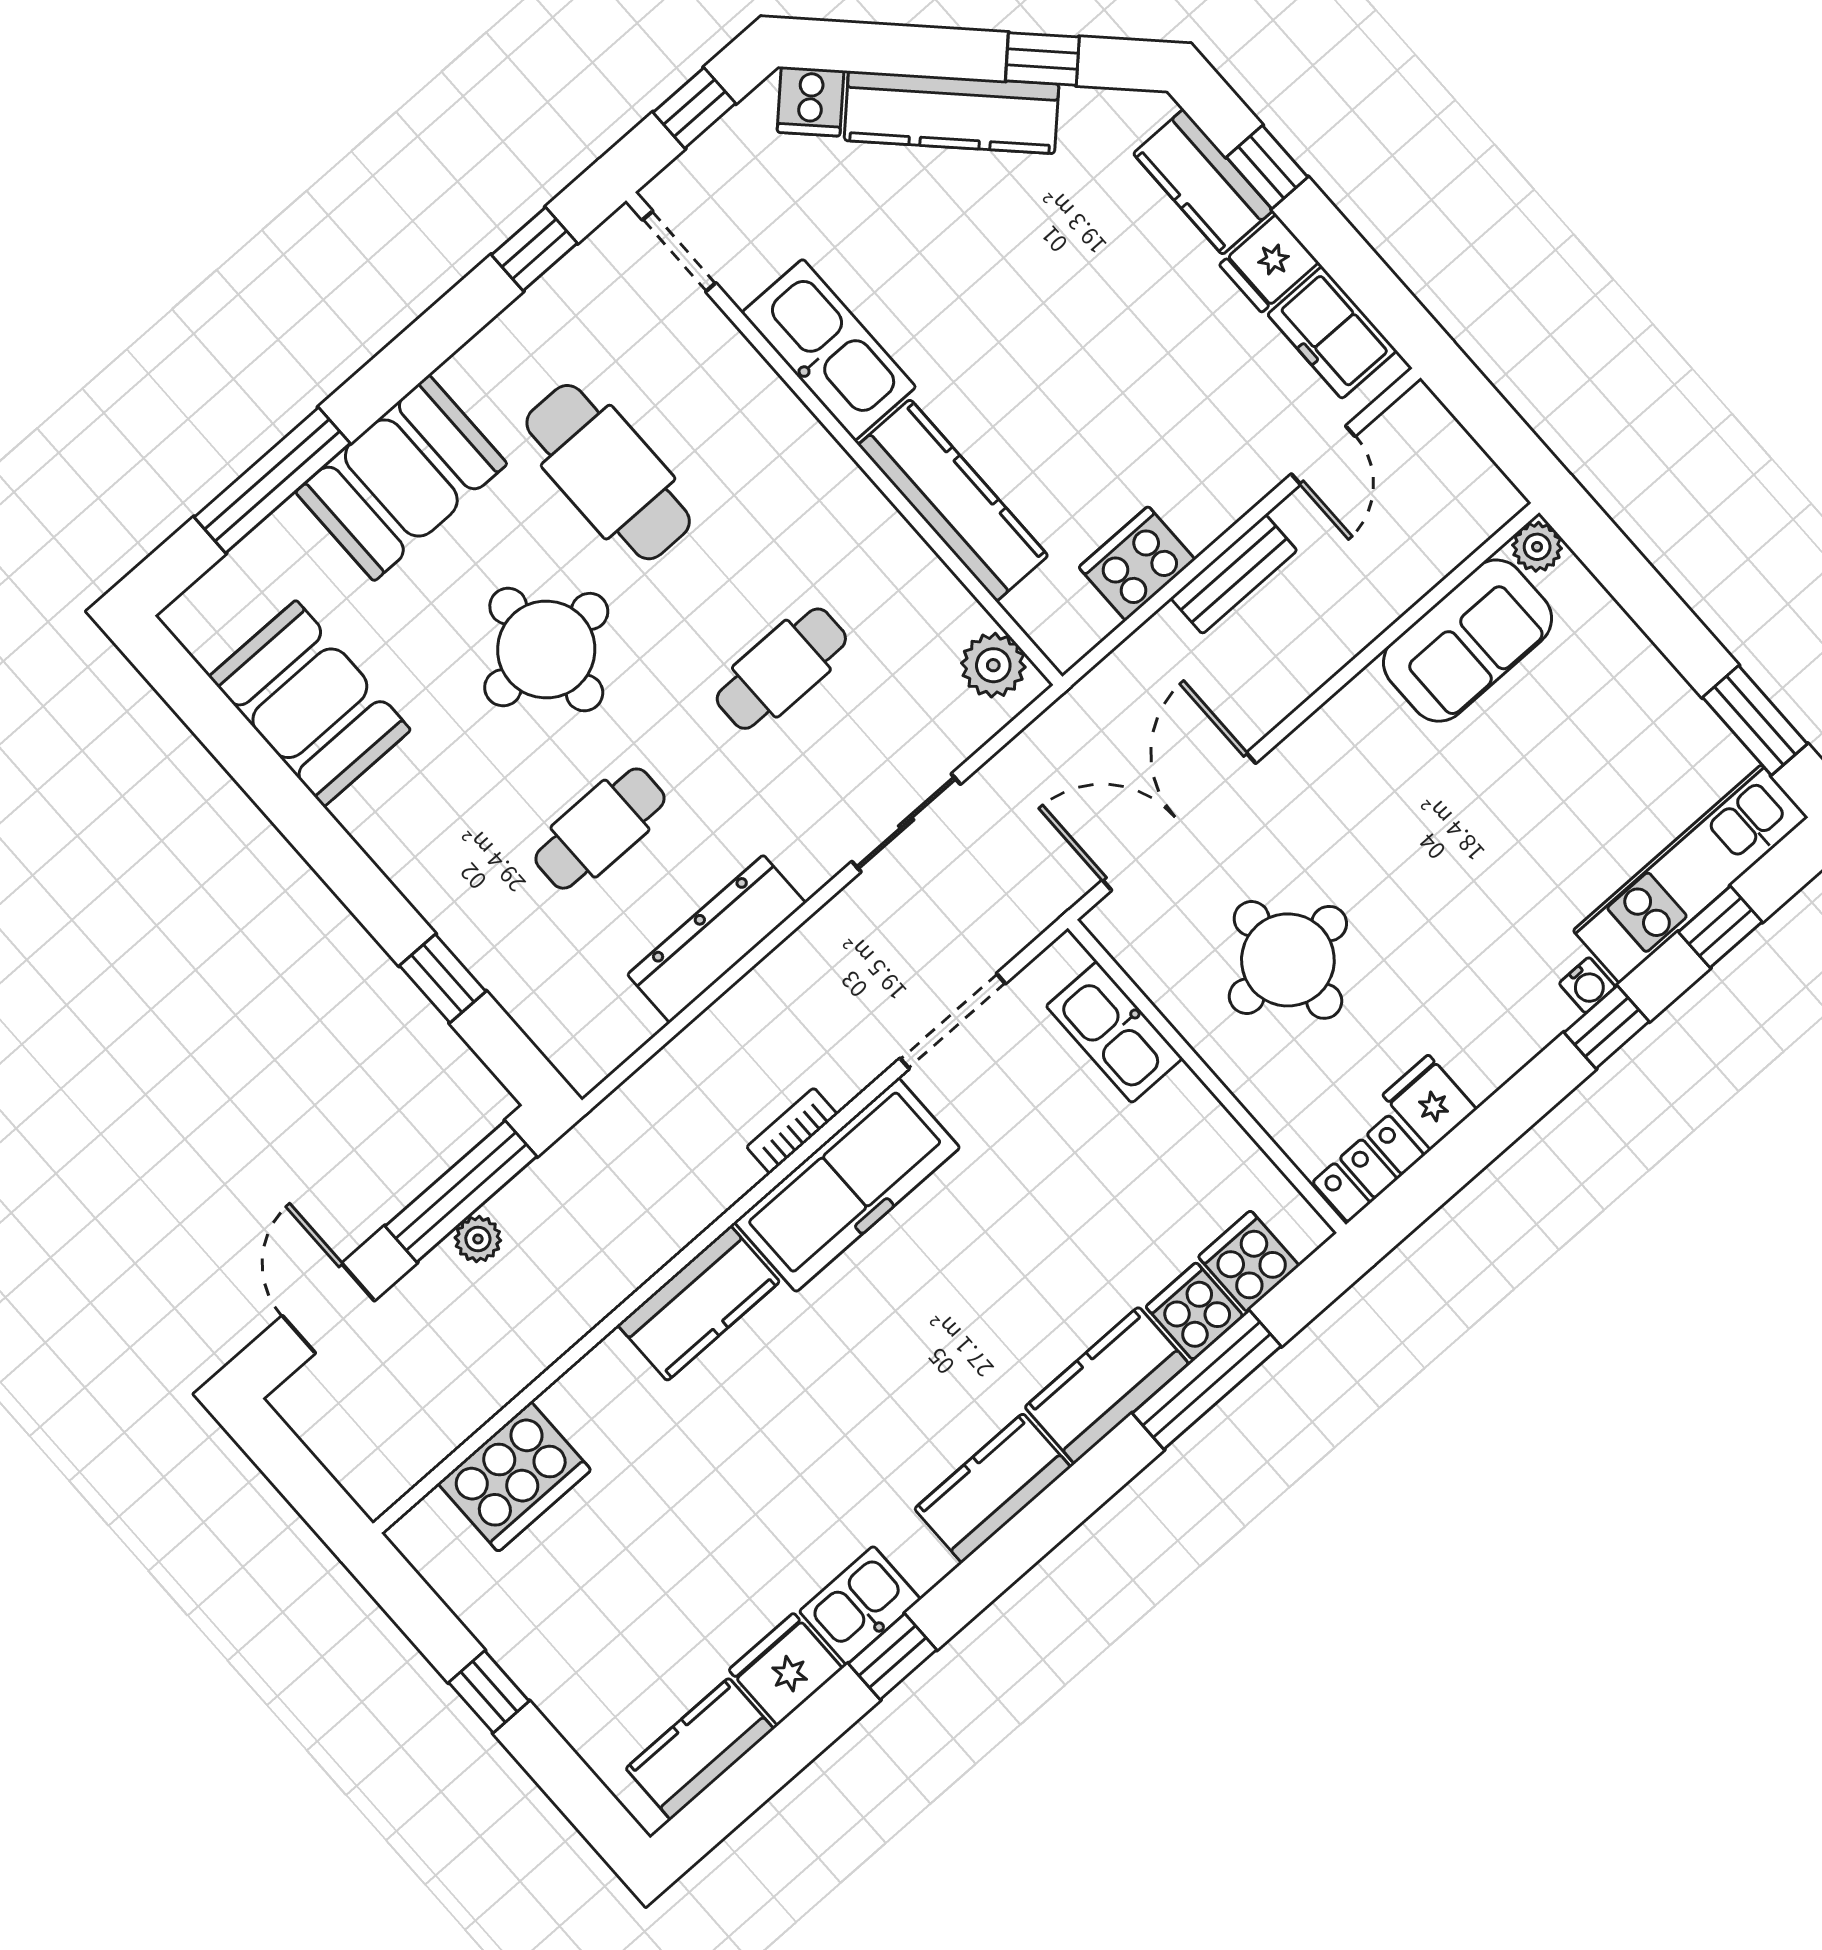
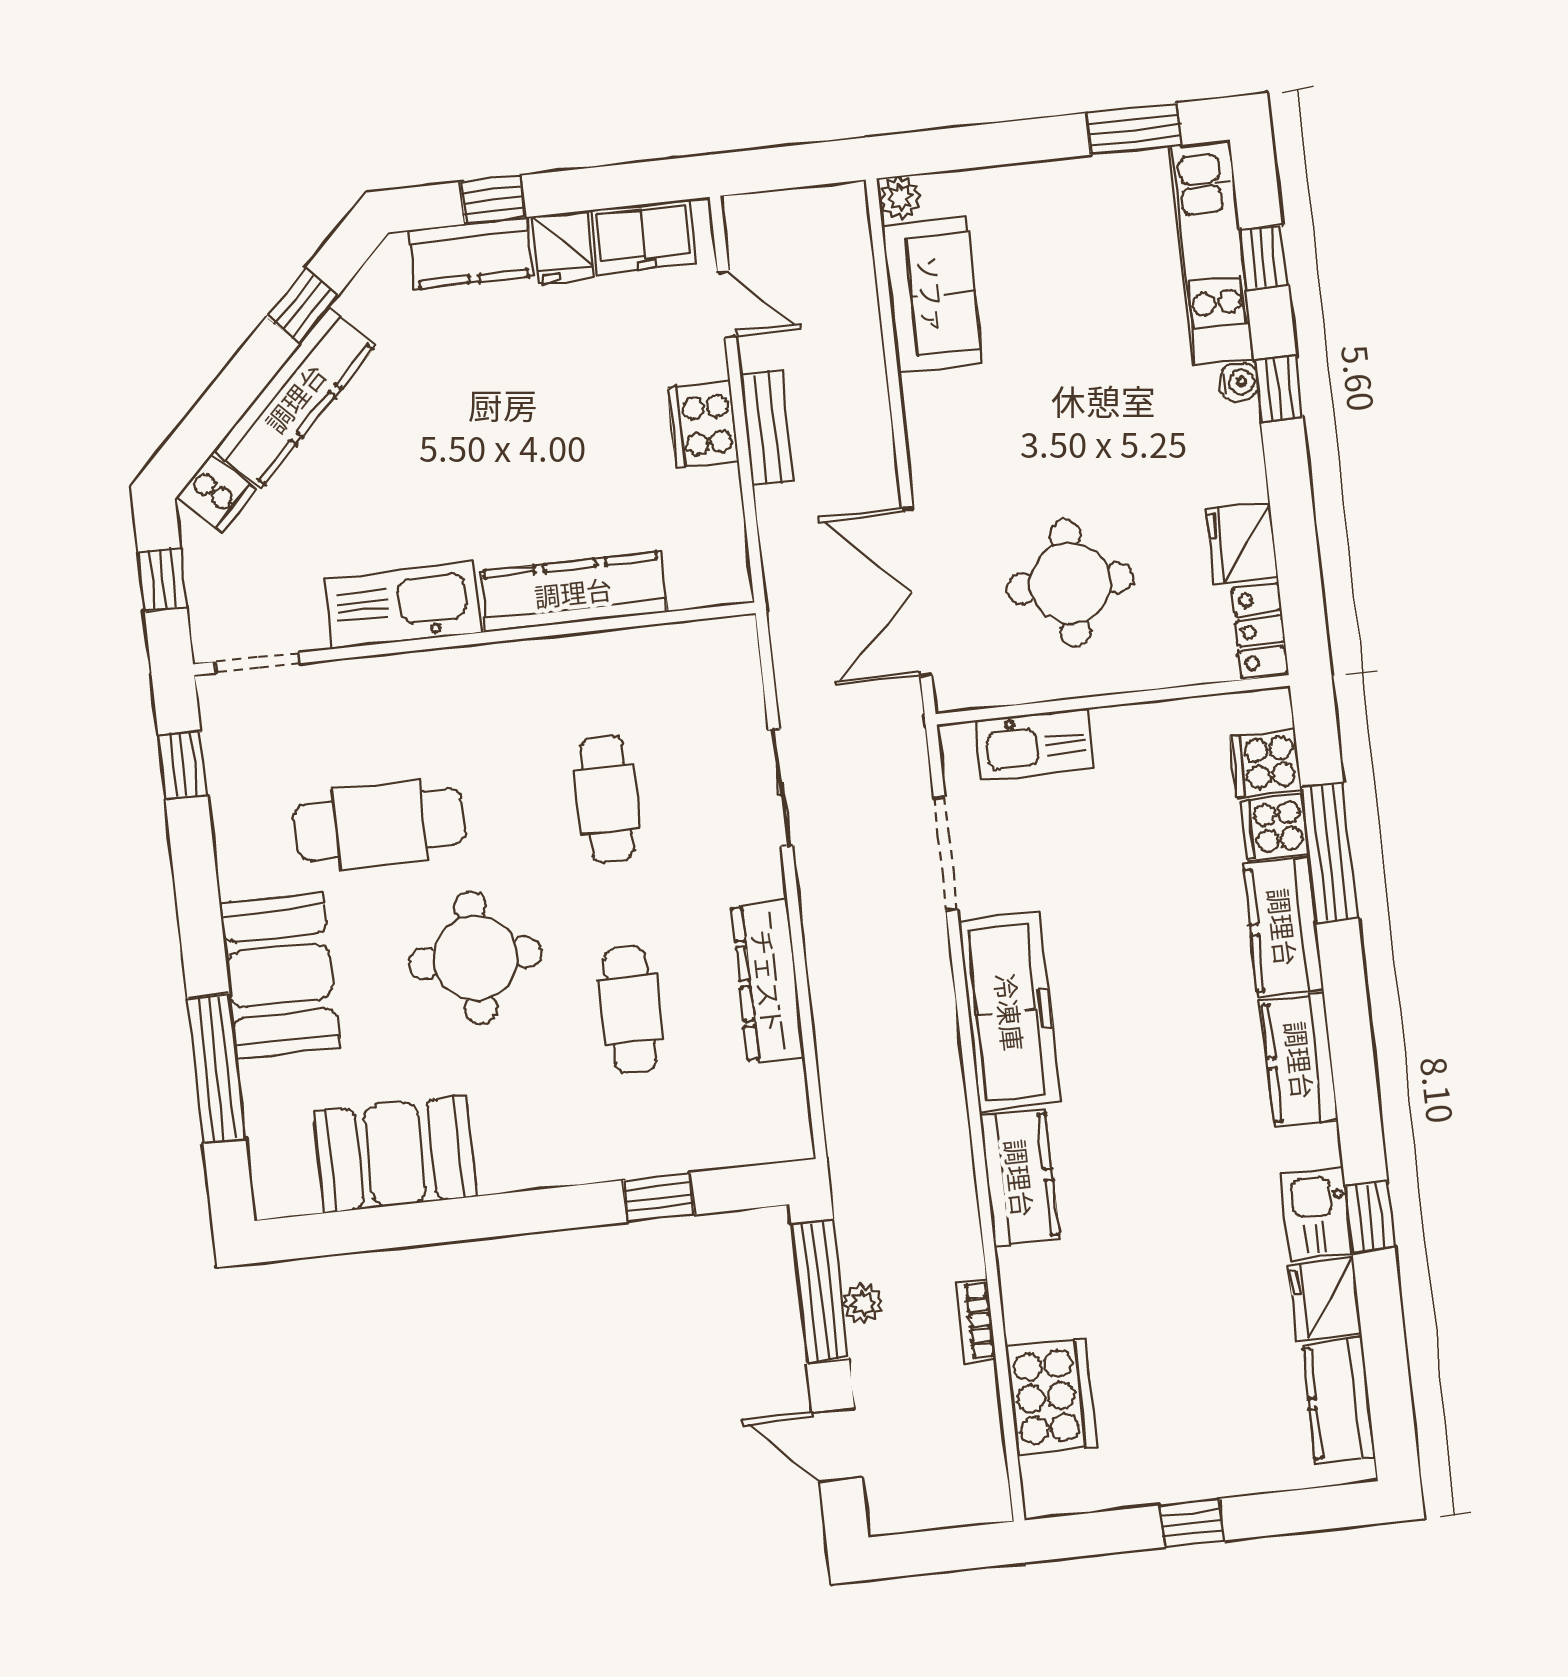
cooker: (1137, 563) -> (703, 425), moved
plant: (993, 665) -> (711, 646), removed
fridge: (1430, 1102) -> (1242, 543), width x1.38
bookcase: (792, 1131) -> (976, 1321), moved

